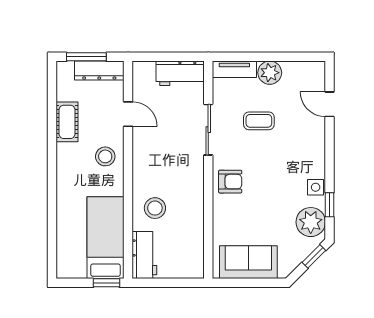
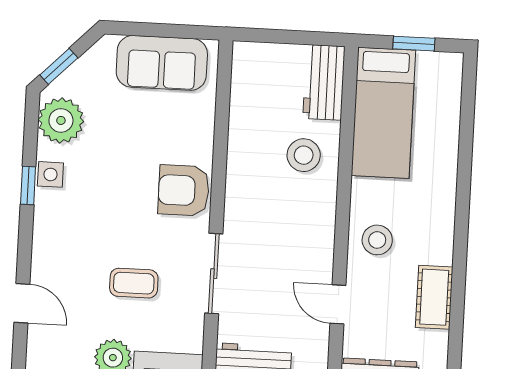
armchair: (230, 182) -> (184, 190), width x1.38, depth x1.38
window: (330, 205) -> (28, 186), moved
window: (106, 283) -> (414, 44), moved

